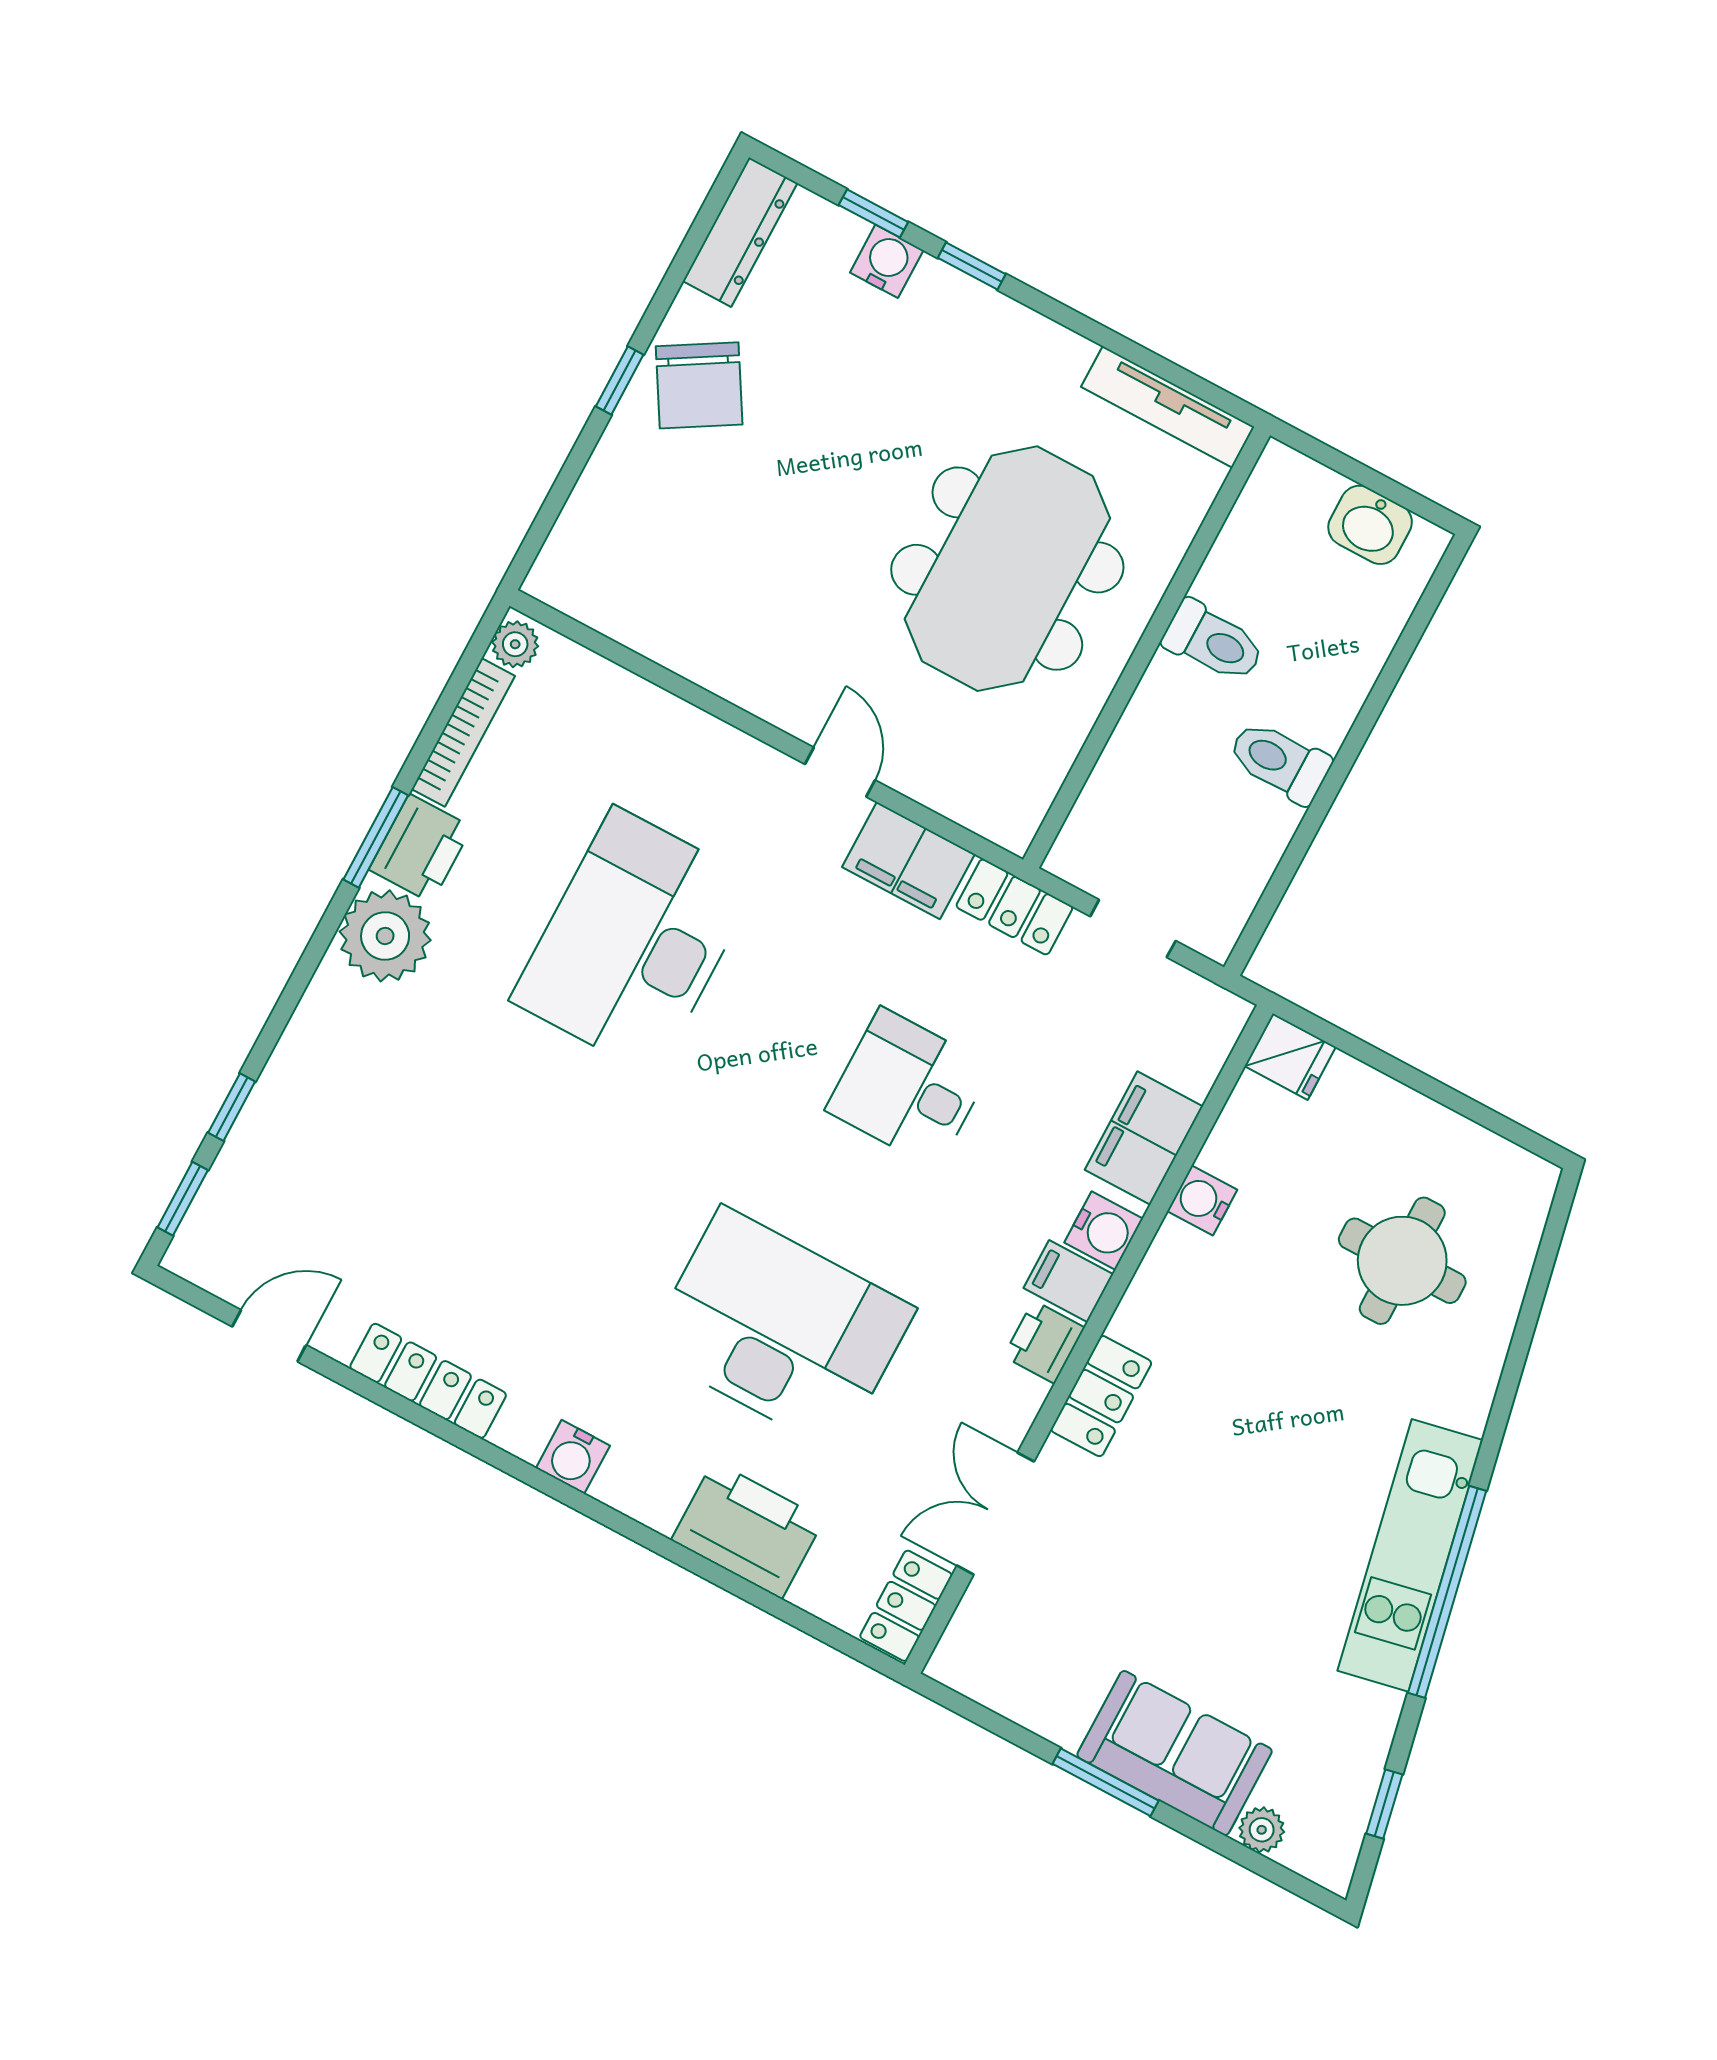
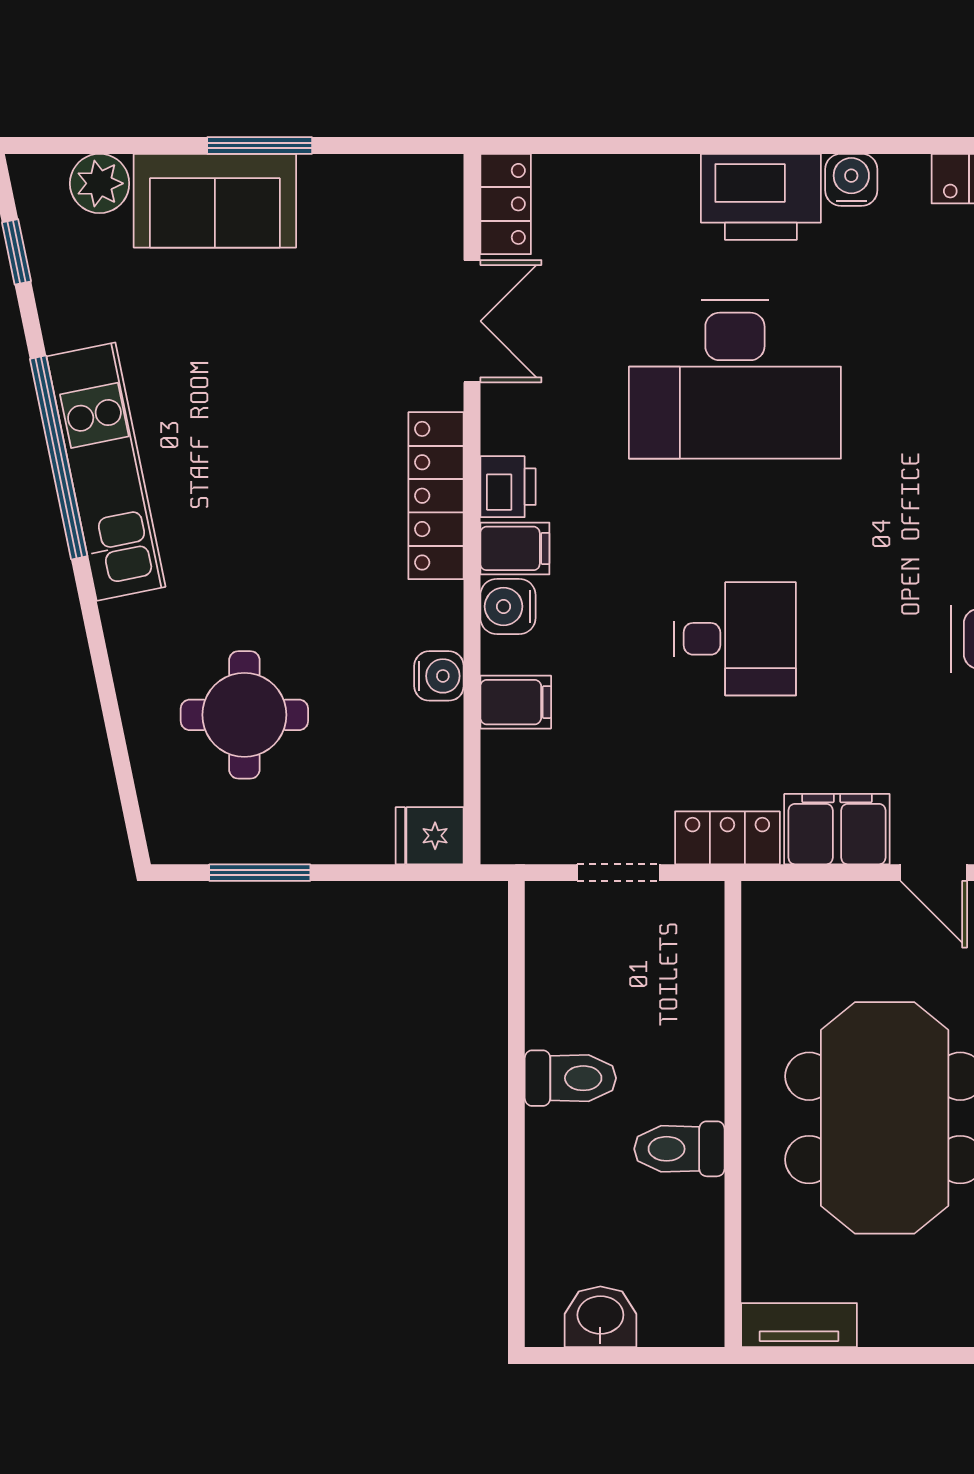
tv unit: (1168, 407) -> (799, 1325), width x0.71
window: (1466, 1107) -> (260, 873), added
filing cabinet: (1144, 1138) -> (516, 702), width x0.50
locker: (1101, 1396) -> (436, 496), width x1.53
printer: (748, 1530) -> (761, 197), moved
plant: (1262, 1830) -> (100, 183), width x1.38, depth x1.38

